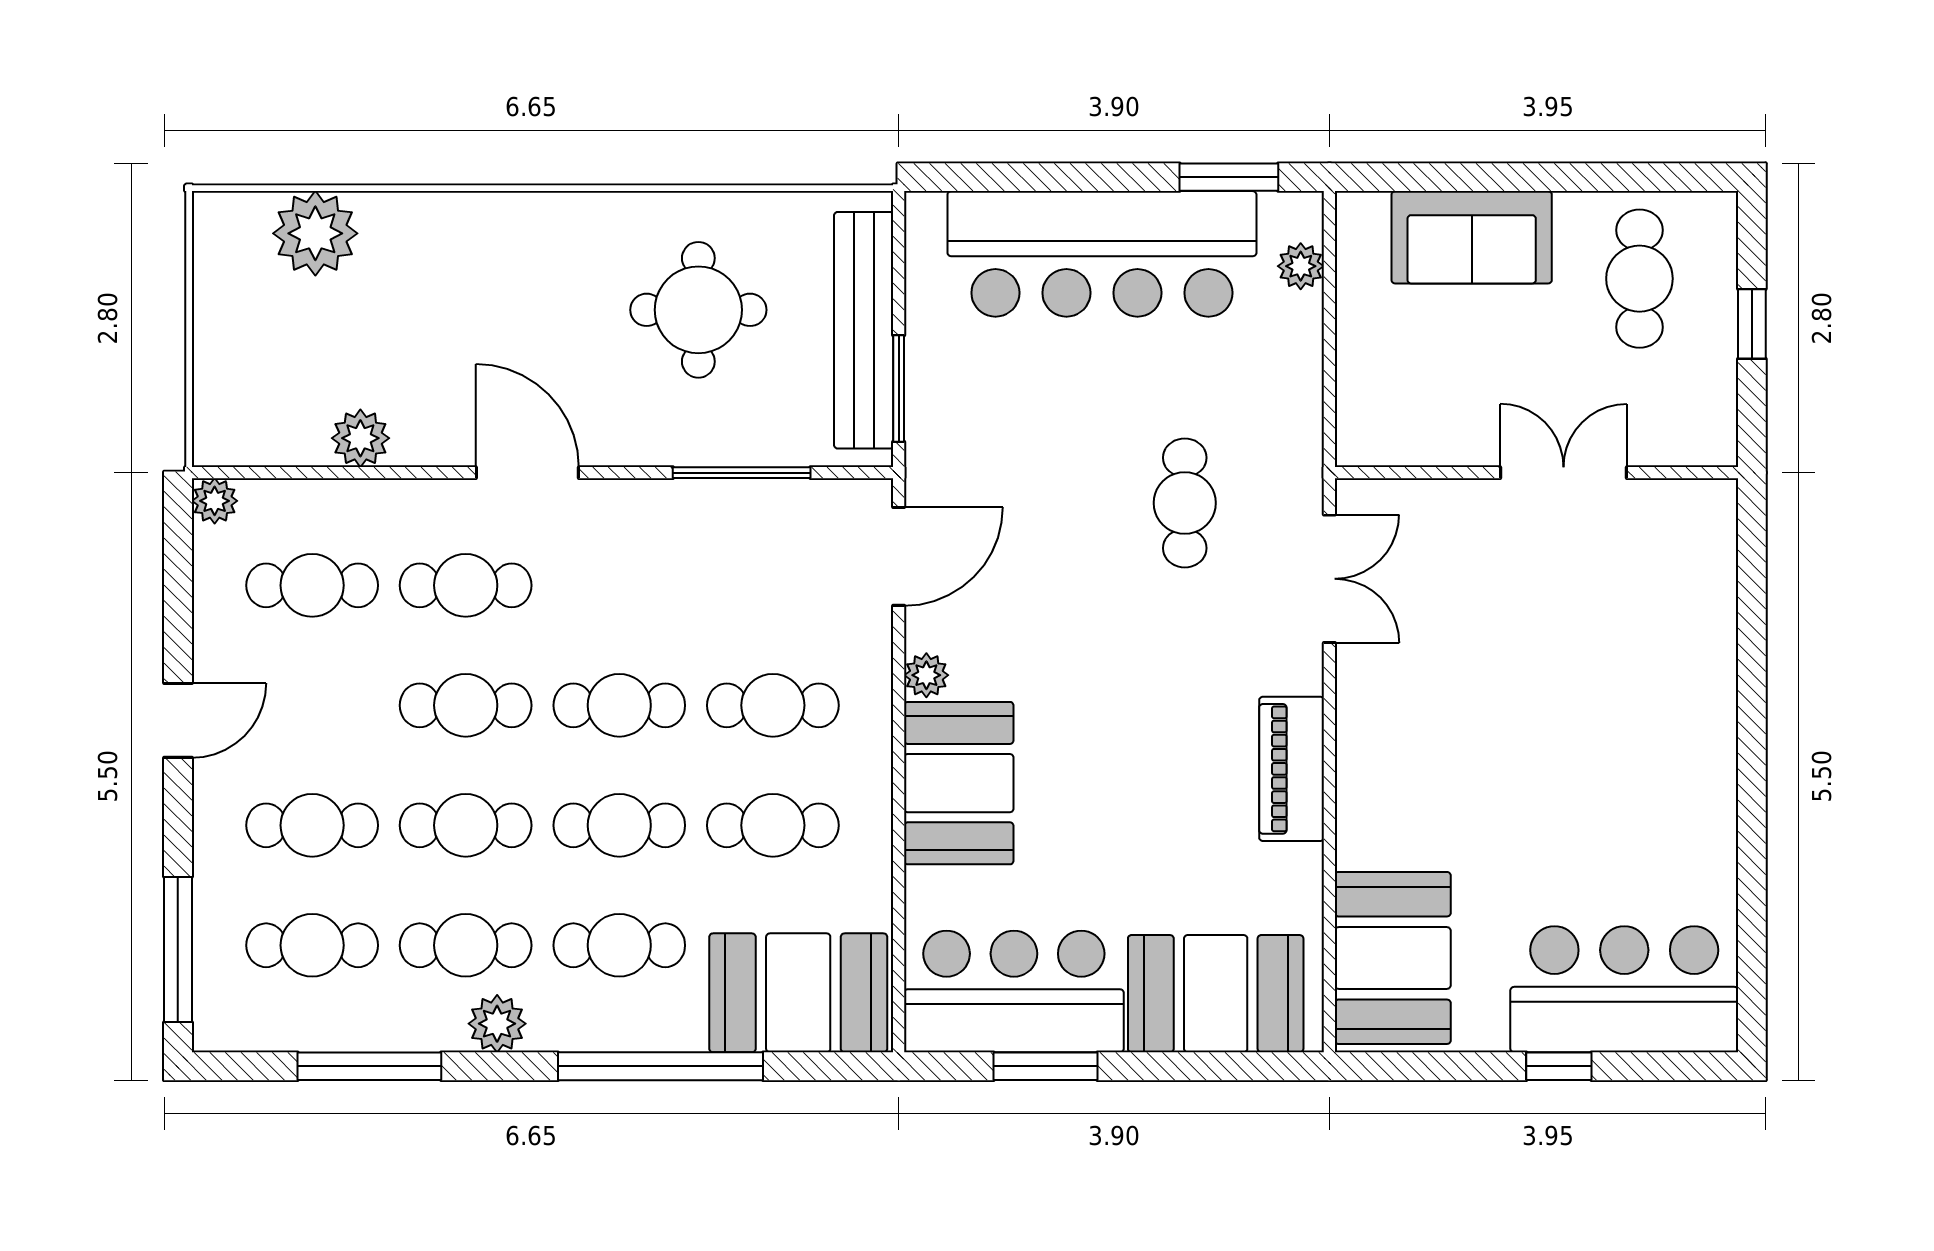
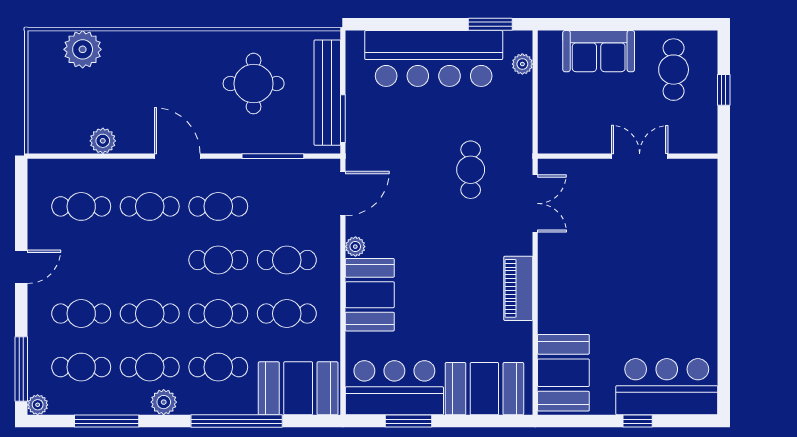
plant: (215, 501) -> (38, 405), moved
cafe table: (466, 705) -> (218, 206), moved

